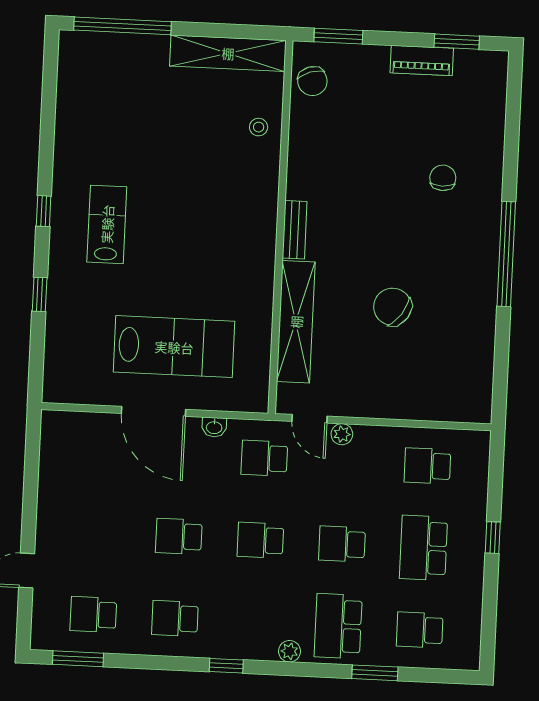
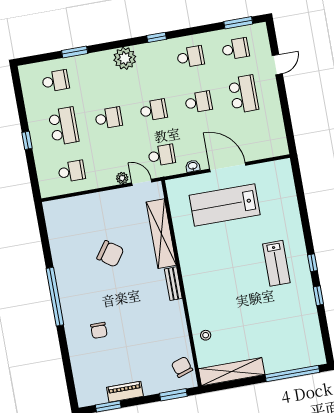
window: (40, 294) -> (318, 296), moved
school desk: (338, 626) -> (243, 94), moved
plant: (290, 651) -> (125, 58), width x1.88, depth x1.88

